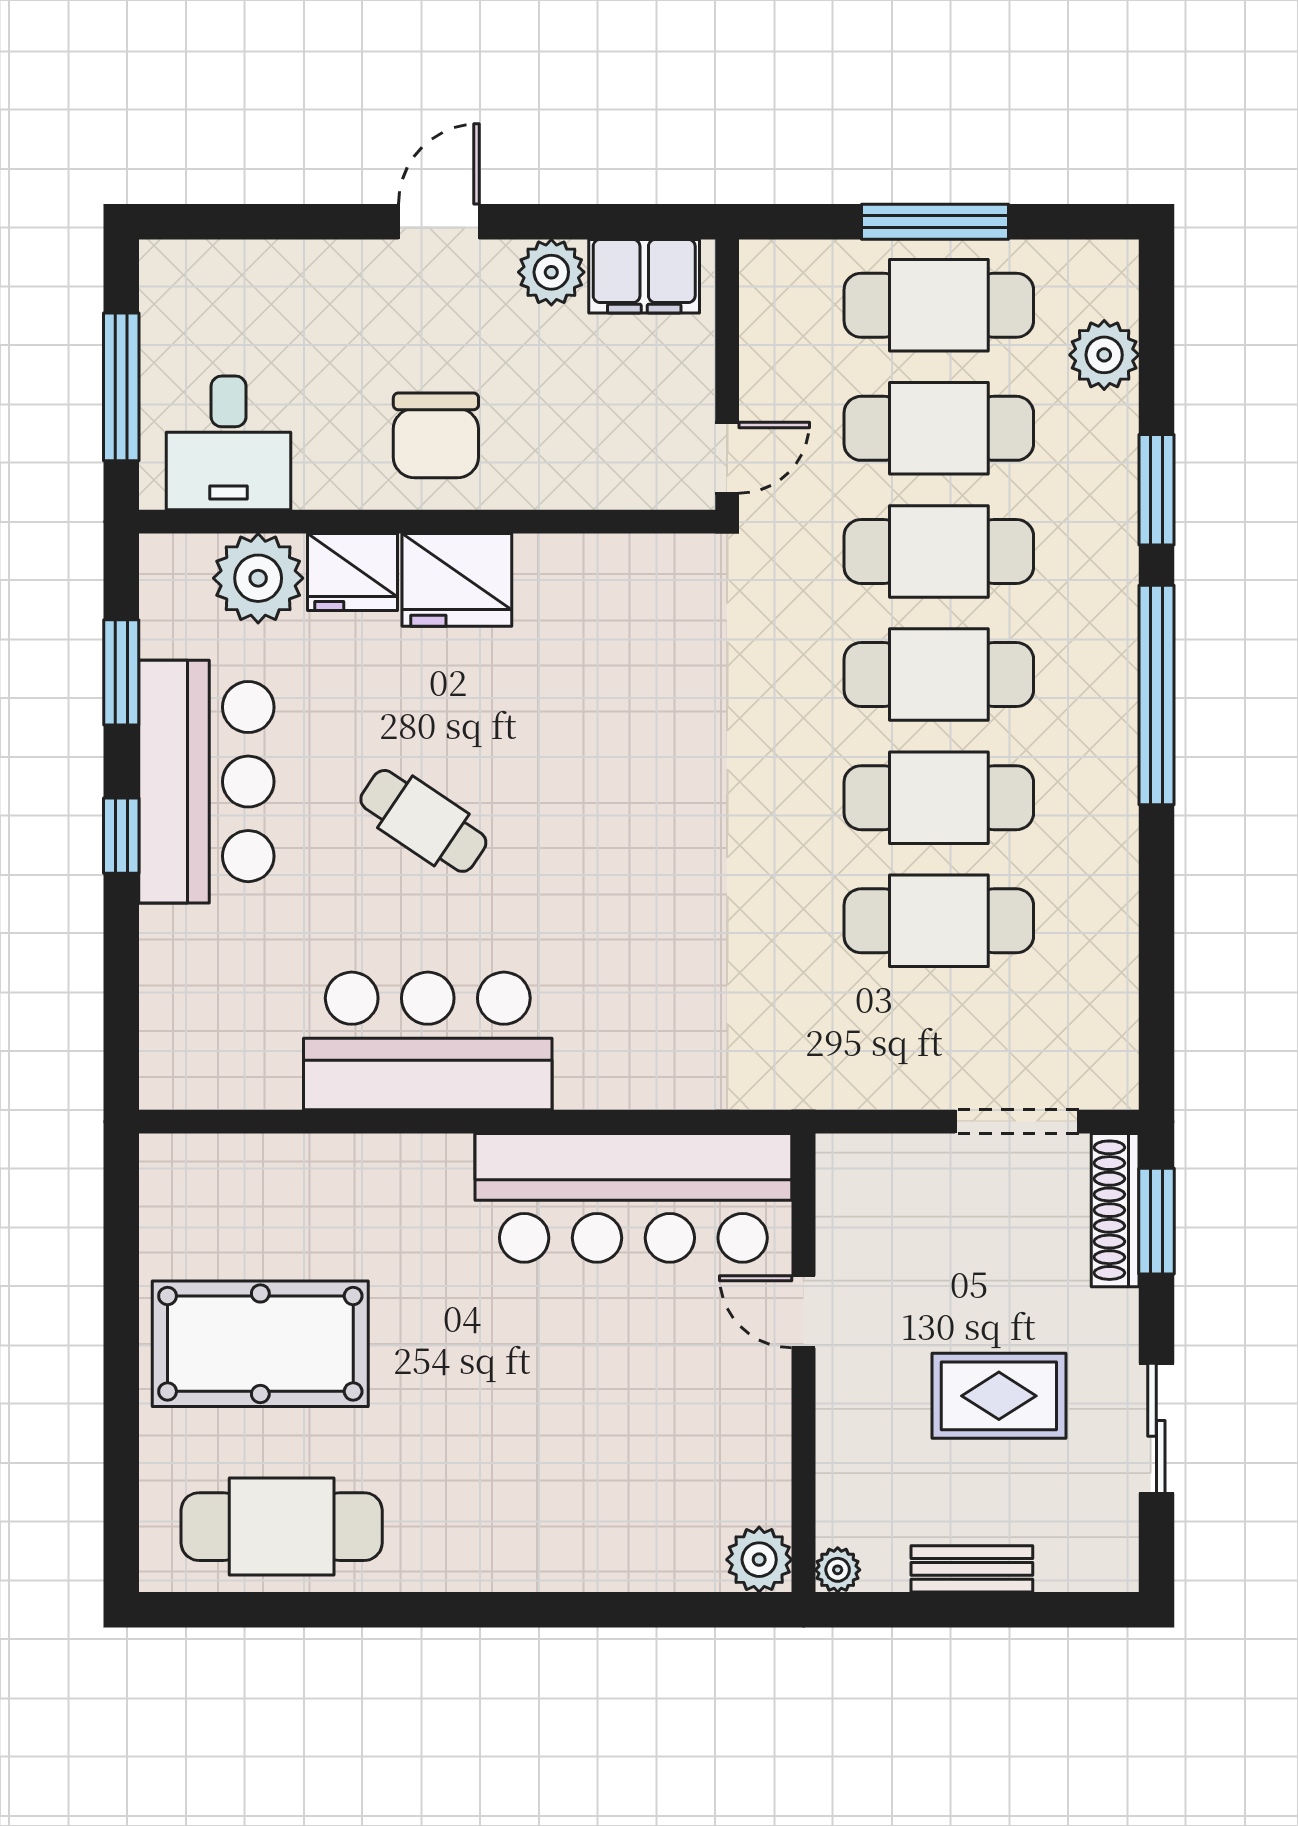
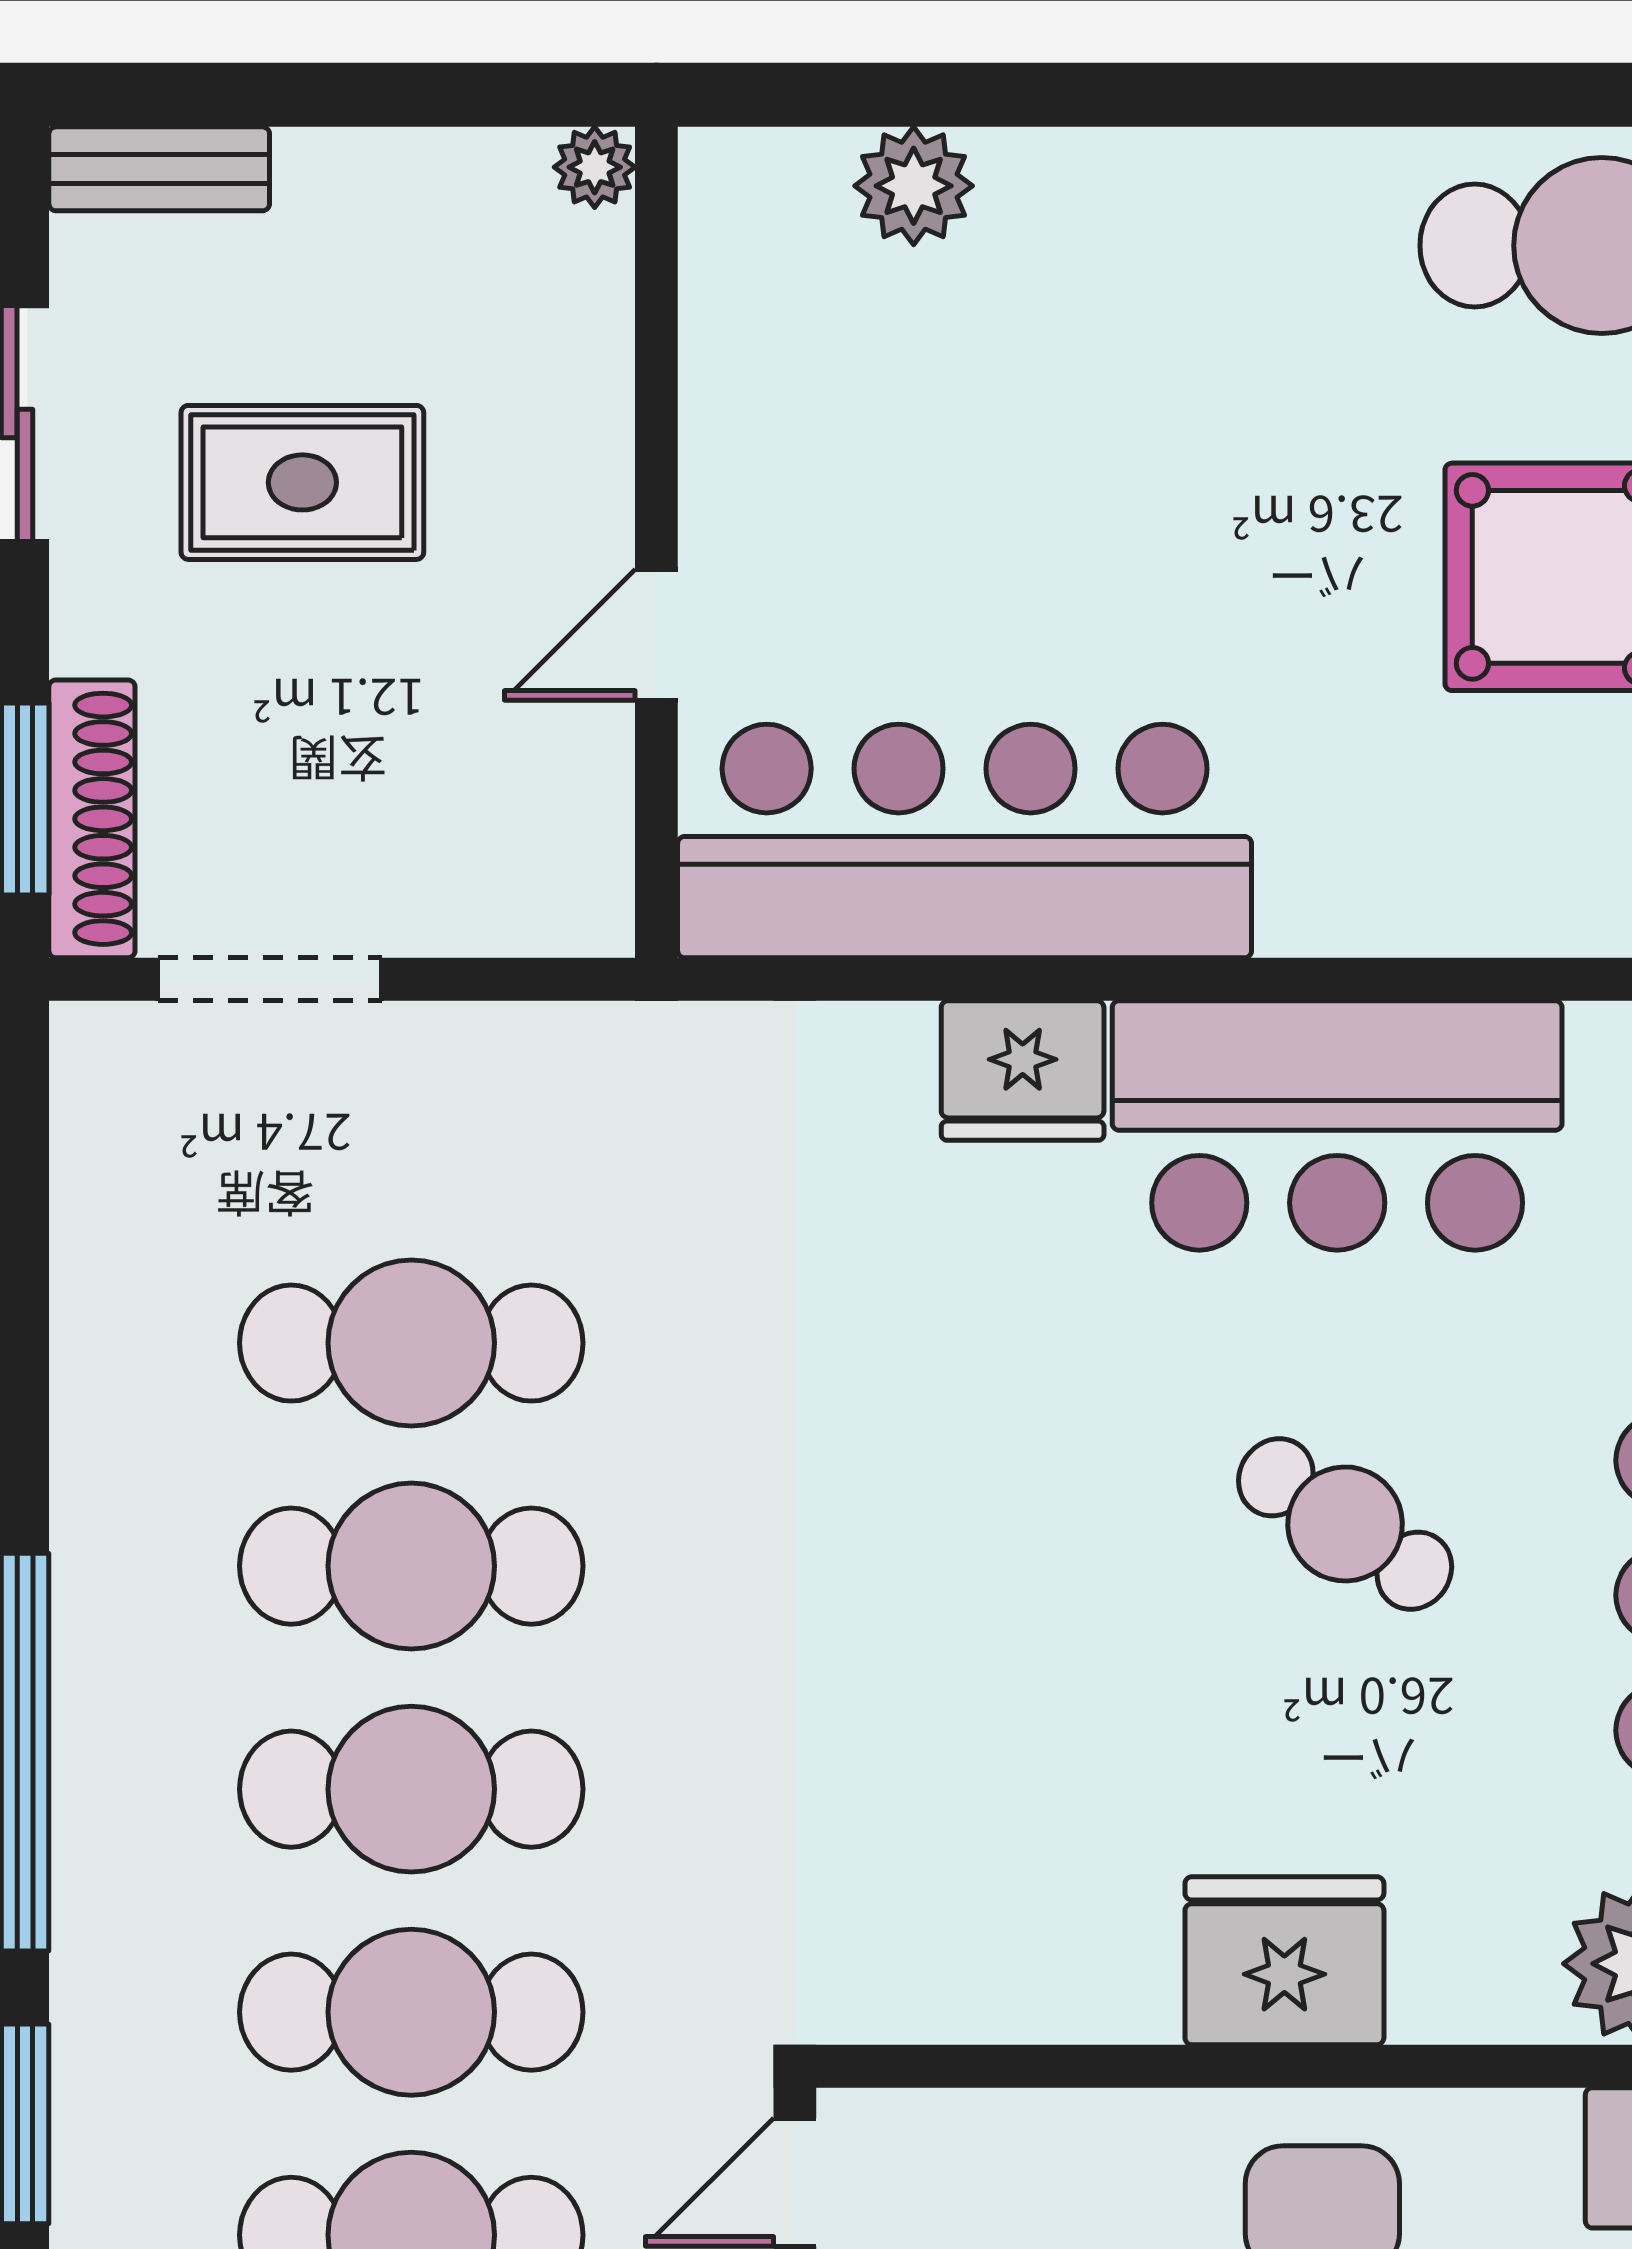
fridge: (352, 572) -> (1023, 1071), moved, turned 180
door: (804, 1312) -> (656, 635), swing flipped
plant: (759, 1560) -> (914, 186), moved
bench: (972, 1569) -> (159, 169), moved

